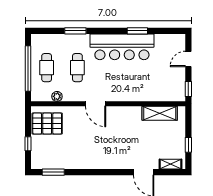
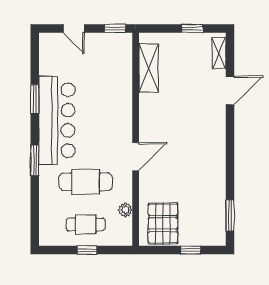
window: (75, 31) -> (35, 160), moved
cafe table: (77, 68) -> (86, 182), width x1.37, depth x1.35
window: (28, 69) -> (87, 250), width x0.32

